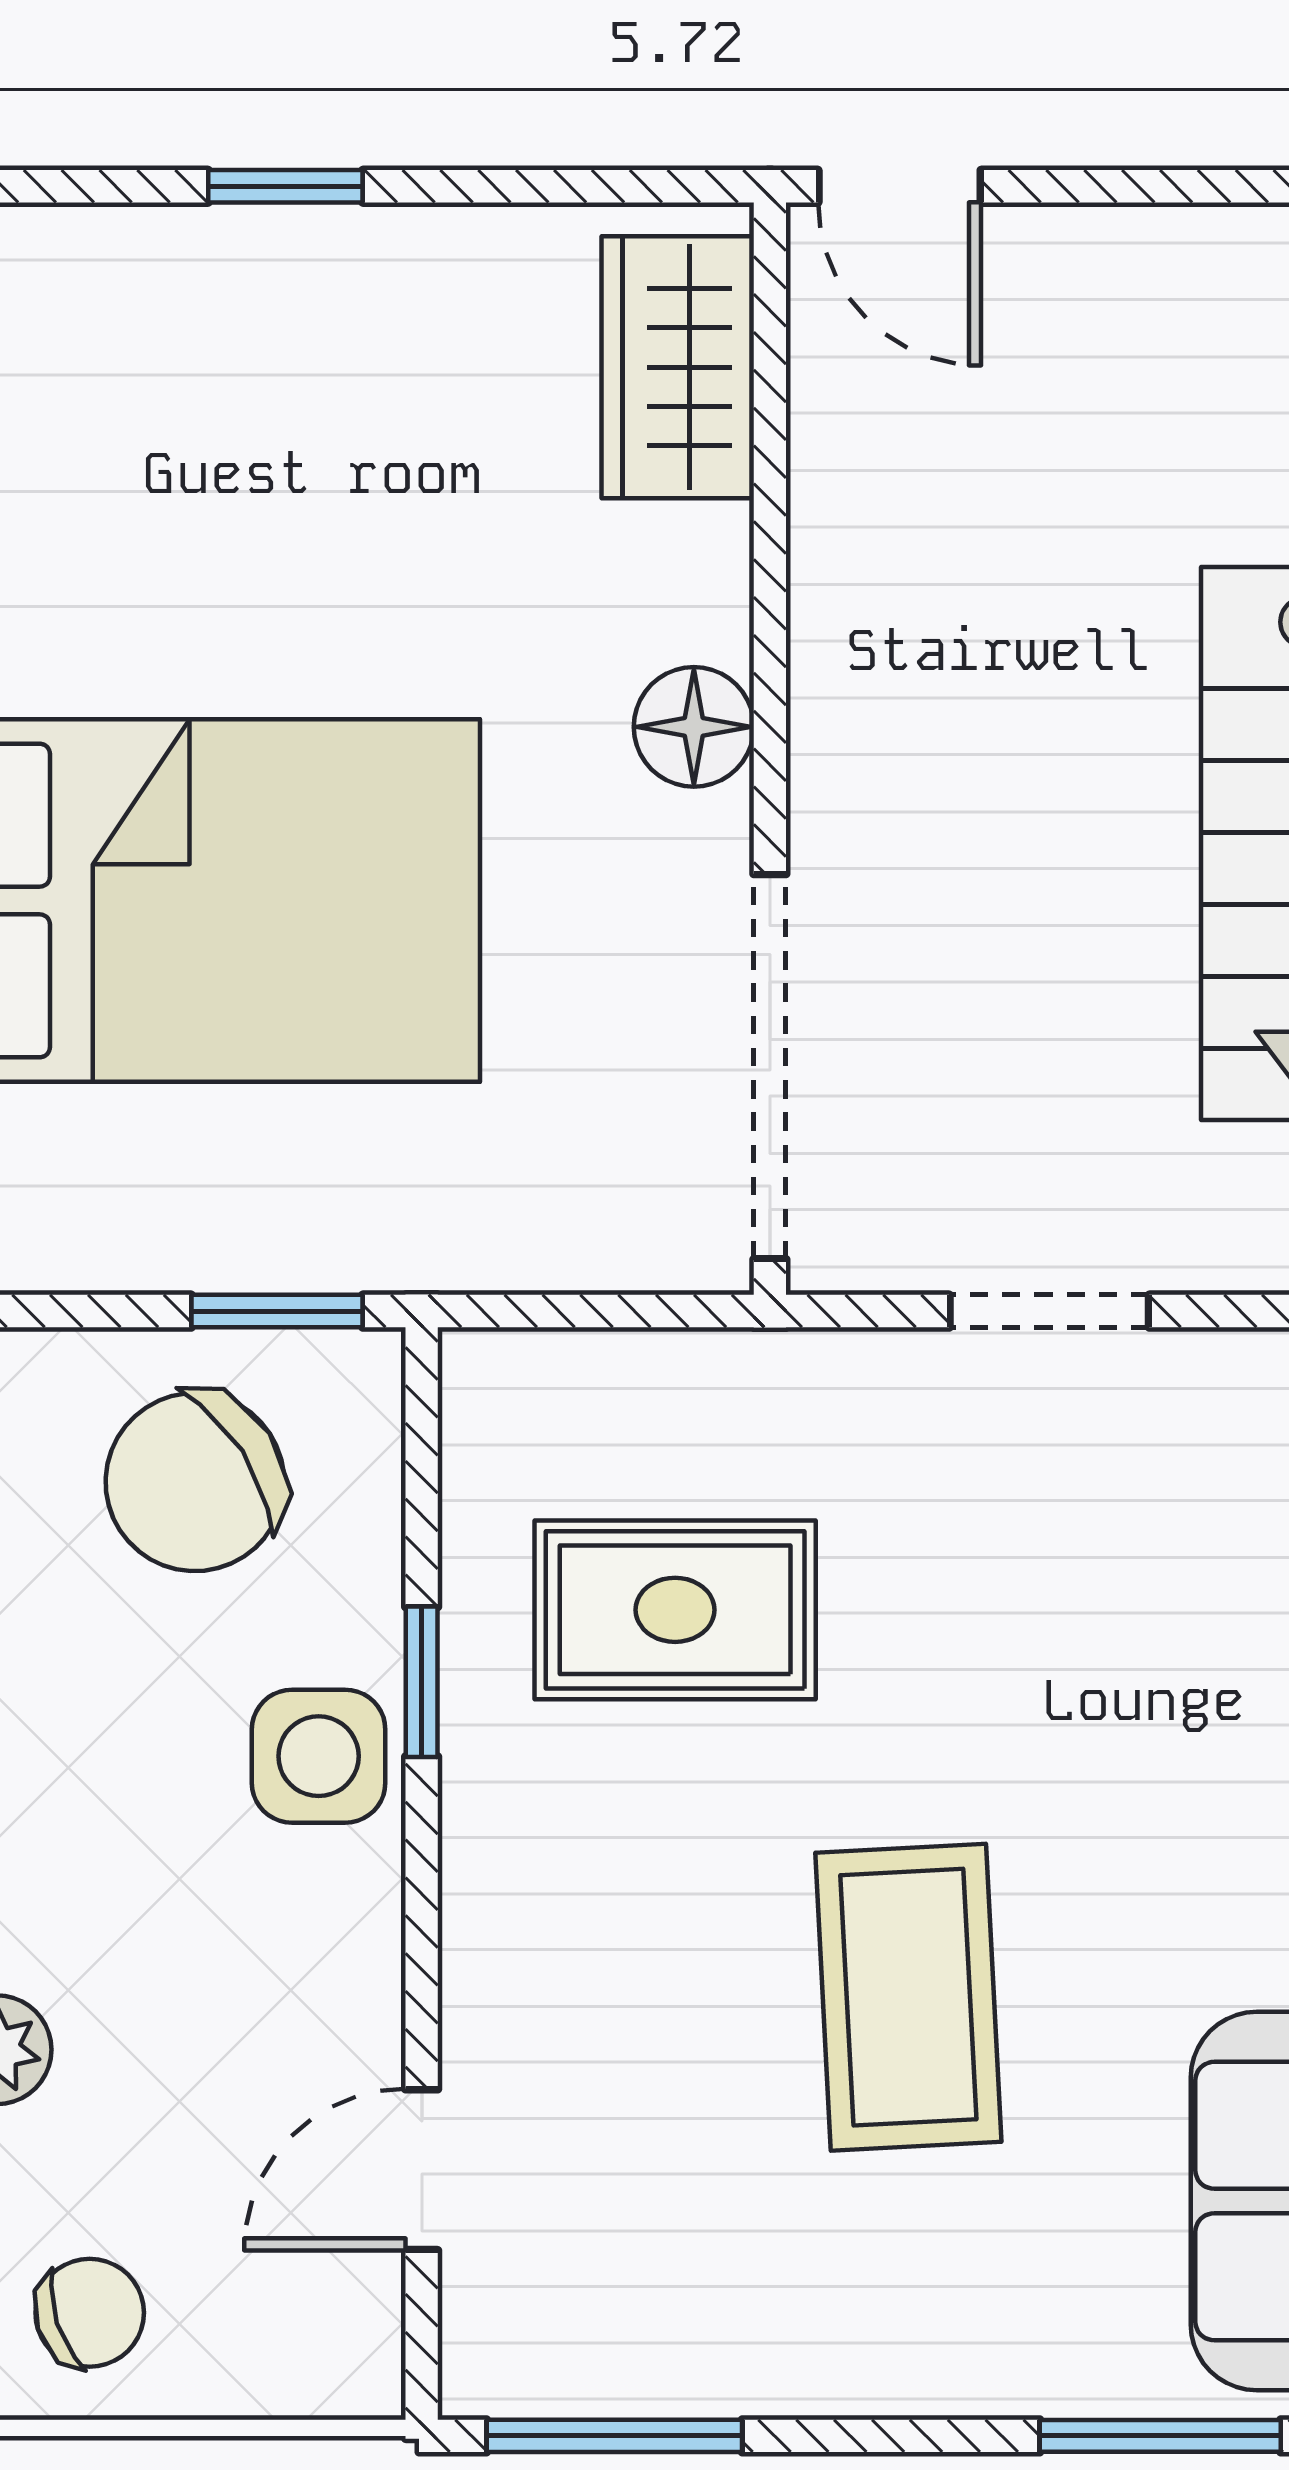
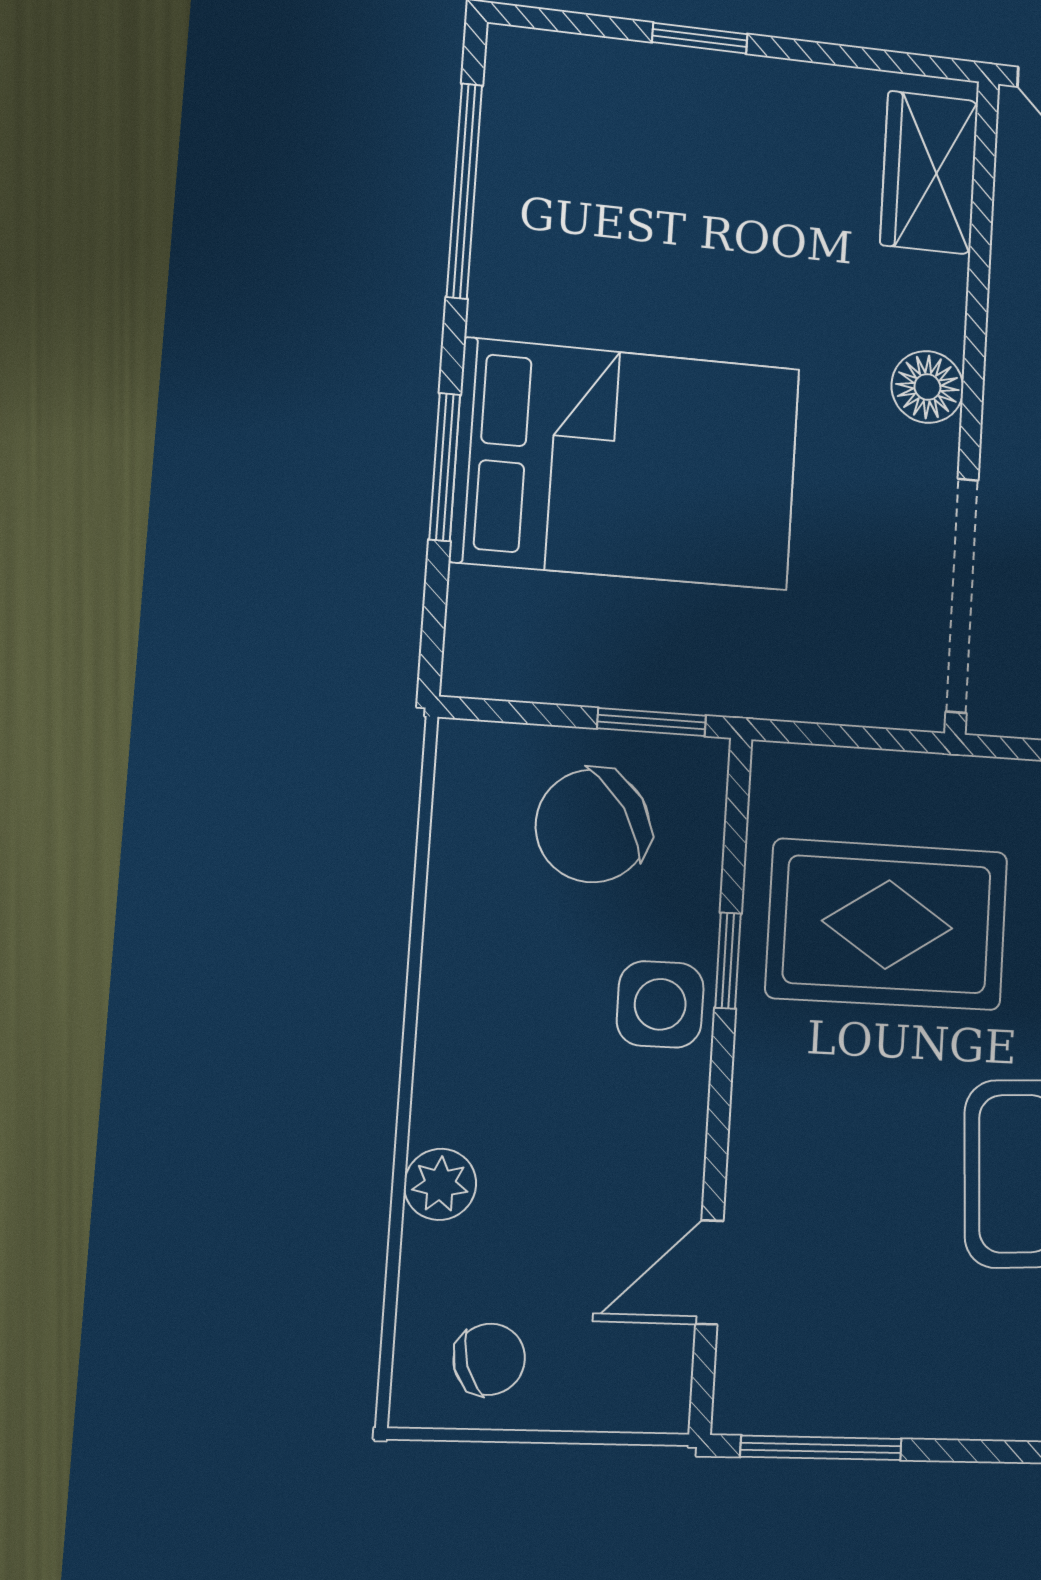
rug: (675, 1610) -> (887, 925), width x1.36, depth x1.43

